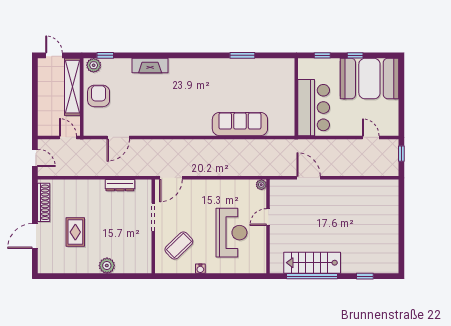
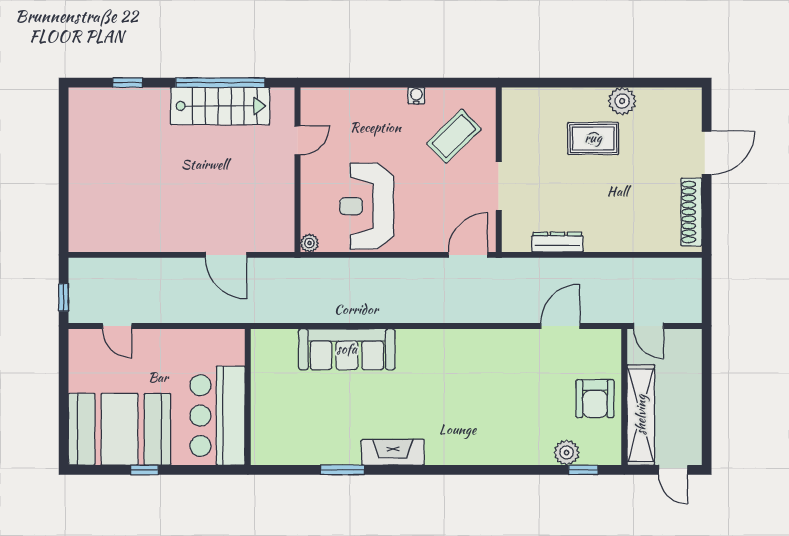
window: (322, 55) -> (202, 470), removed
plant: (94, 65) -> (567, 453), moved
fireplace: (150, 65) -> (393, 452), moved
bar counter: (314, 108) -> (217, 416), moved
door: (35, 158) -> (707, 290), removed
door: (268, 217) -> (298, 140), moved
rug: (75, 232) -> (593, 138), moved, turned 90
reception desk: (231, 233) -> (367, 206), moved
plant: (107, 266) -> (622, 101), moved

